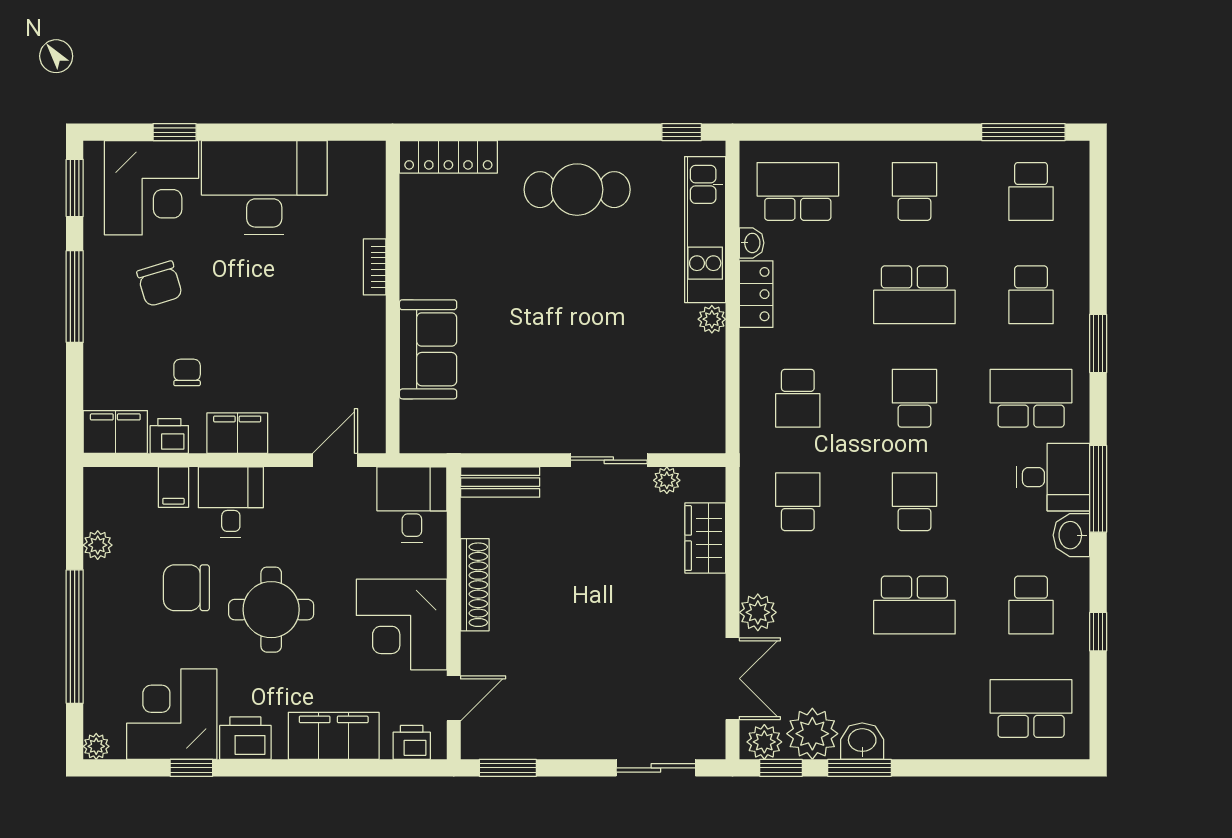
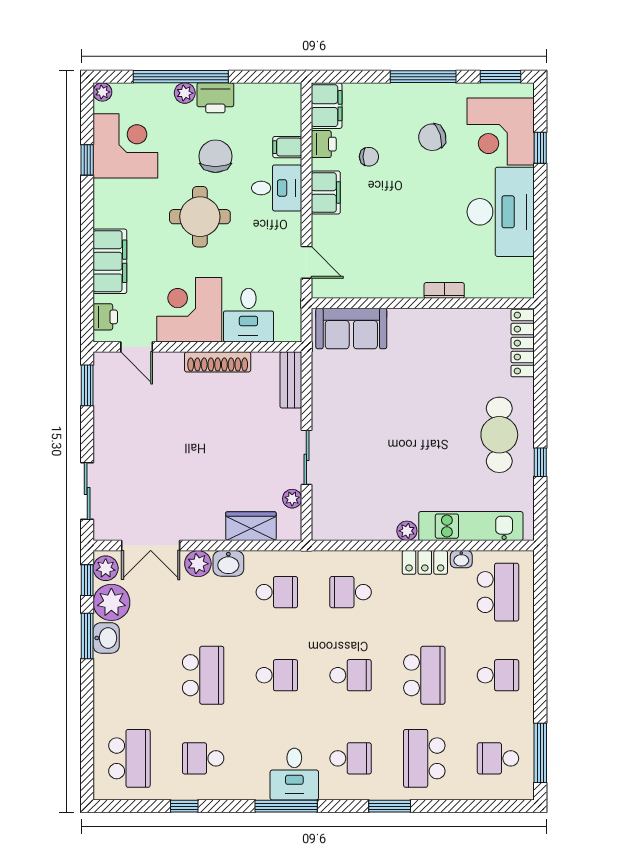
window: (682, 132) -> (540, 462), moved
school desk: (914, 295) -> (424, 675), turned 180
school desk: (1031, 295) -> (424, 758), width x1.85
sofa: (428, 349) -> (351, 329), moved
school desk: (1031, 398) -> (351, 758), width x0.54
desk: (412, 505) -> (248, 315), moved, turned 90
washbasin: (1071, 535) -> (228, 563), moved, turned 180
plant: (98, 545) -> (185, 93), moved
school desk: (914, 605) -> (203, 675), turned 180
printer: (245, 738) -> (215, 98), moved, turned 90

